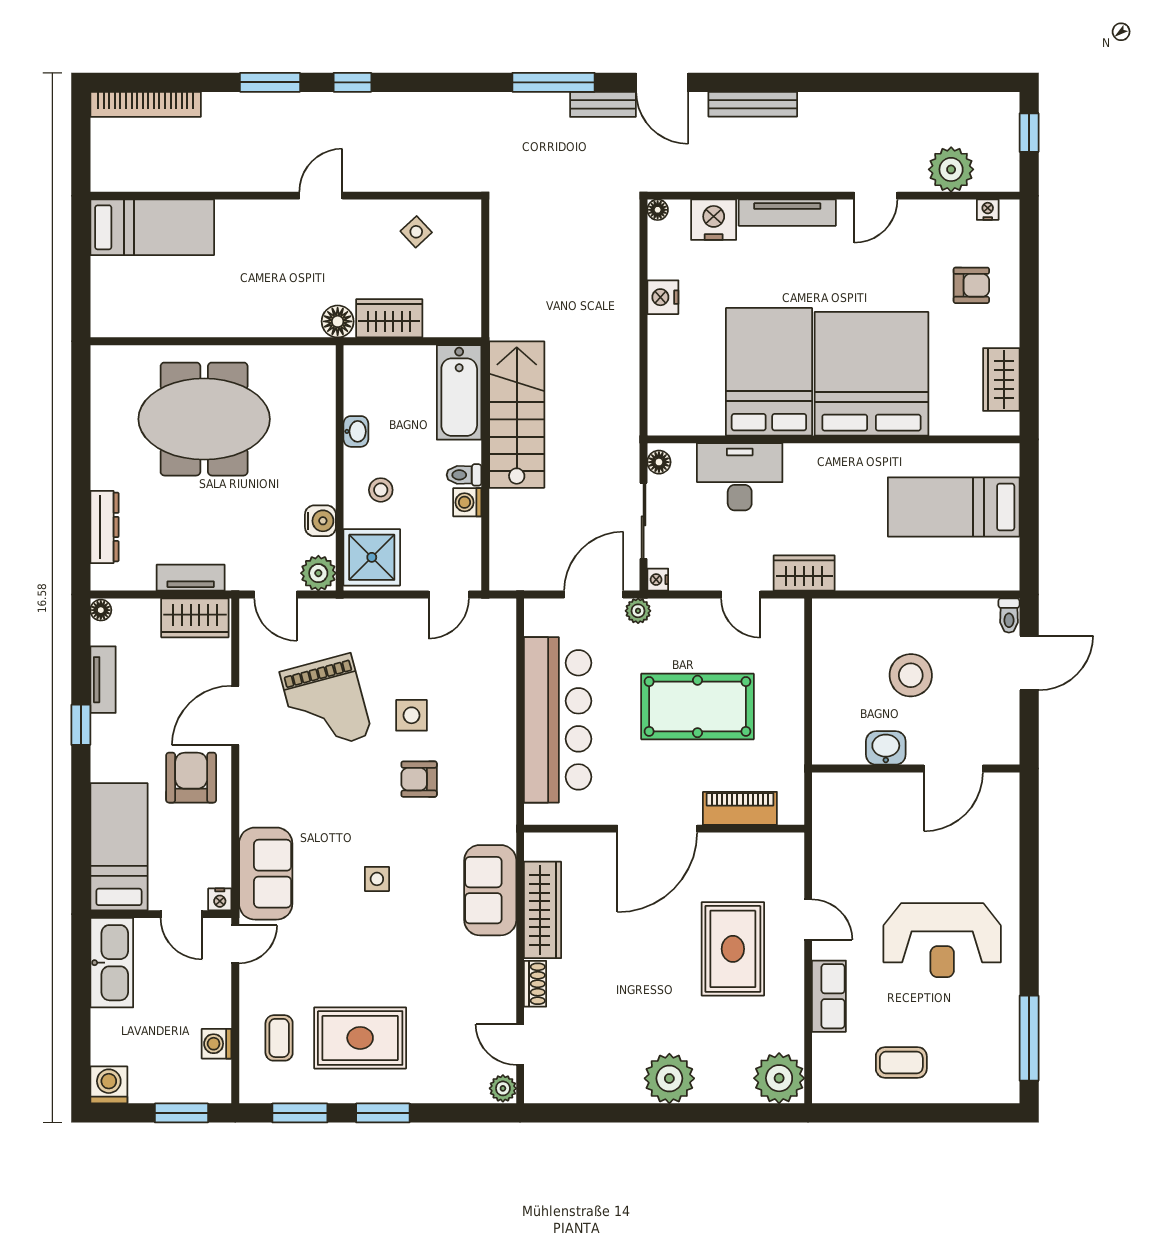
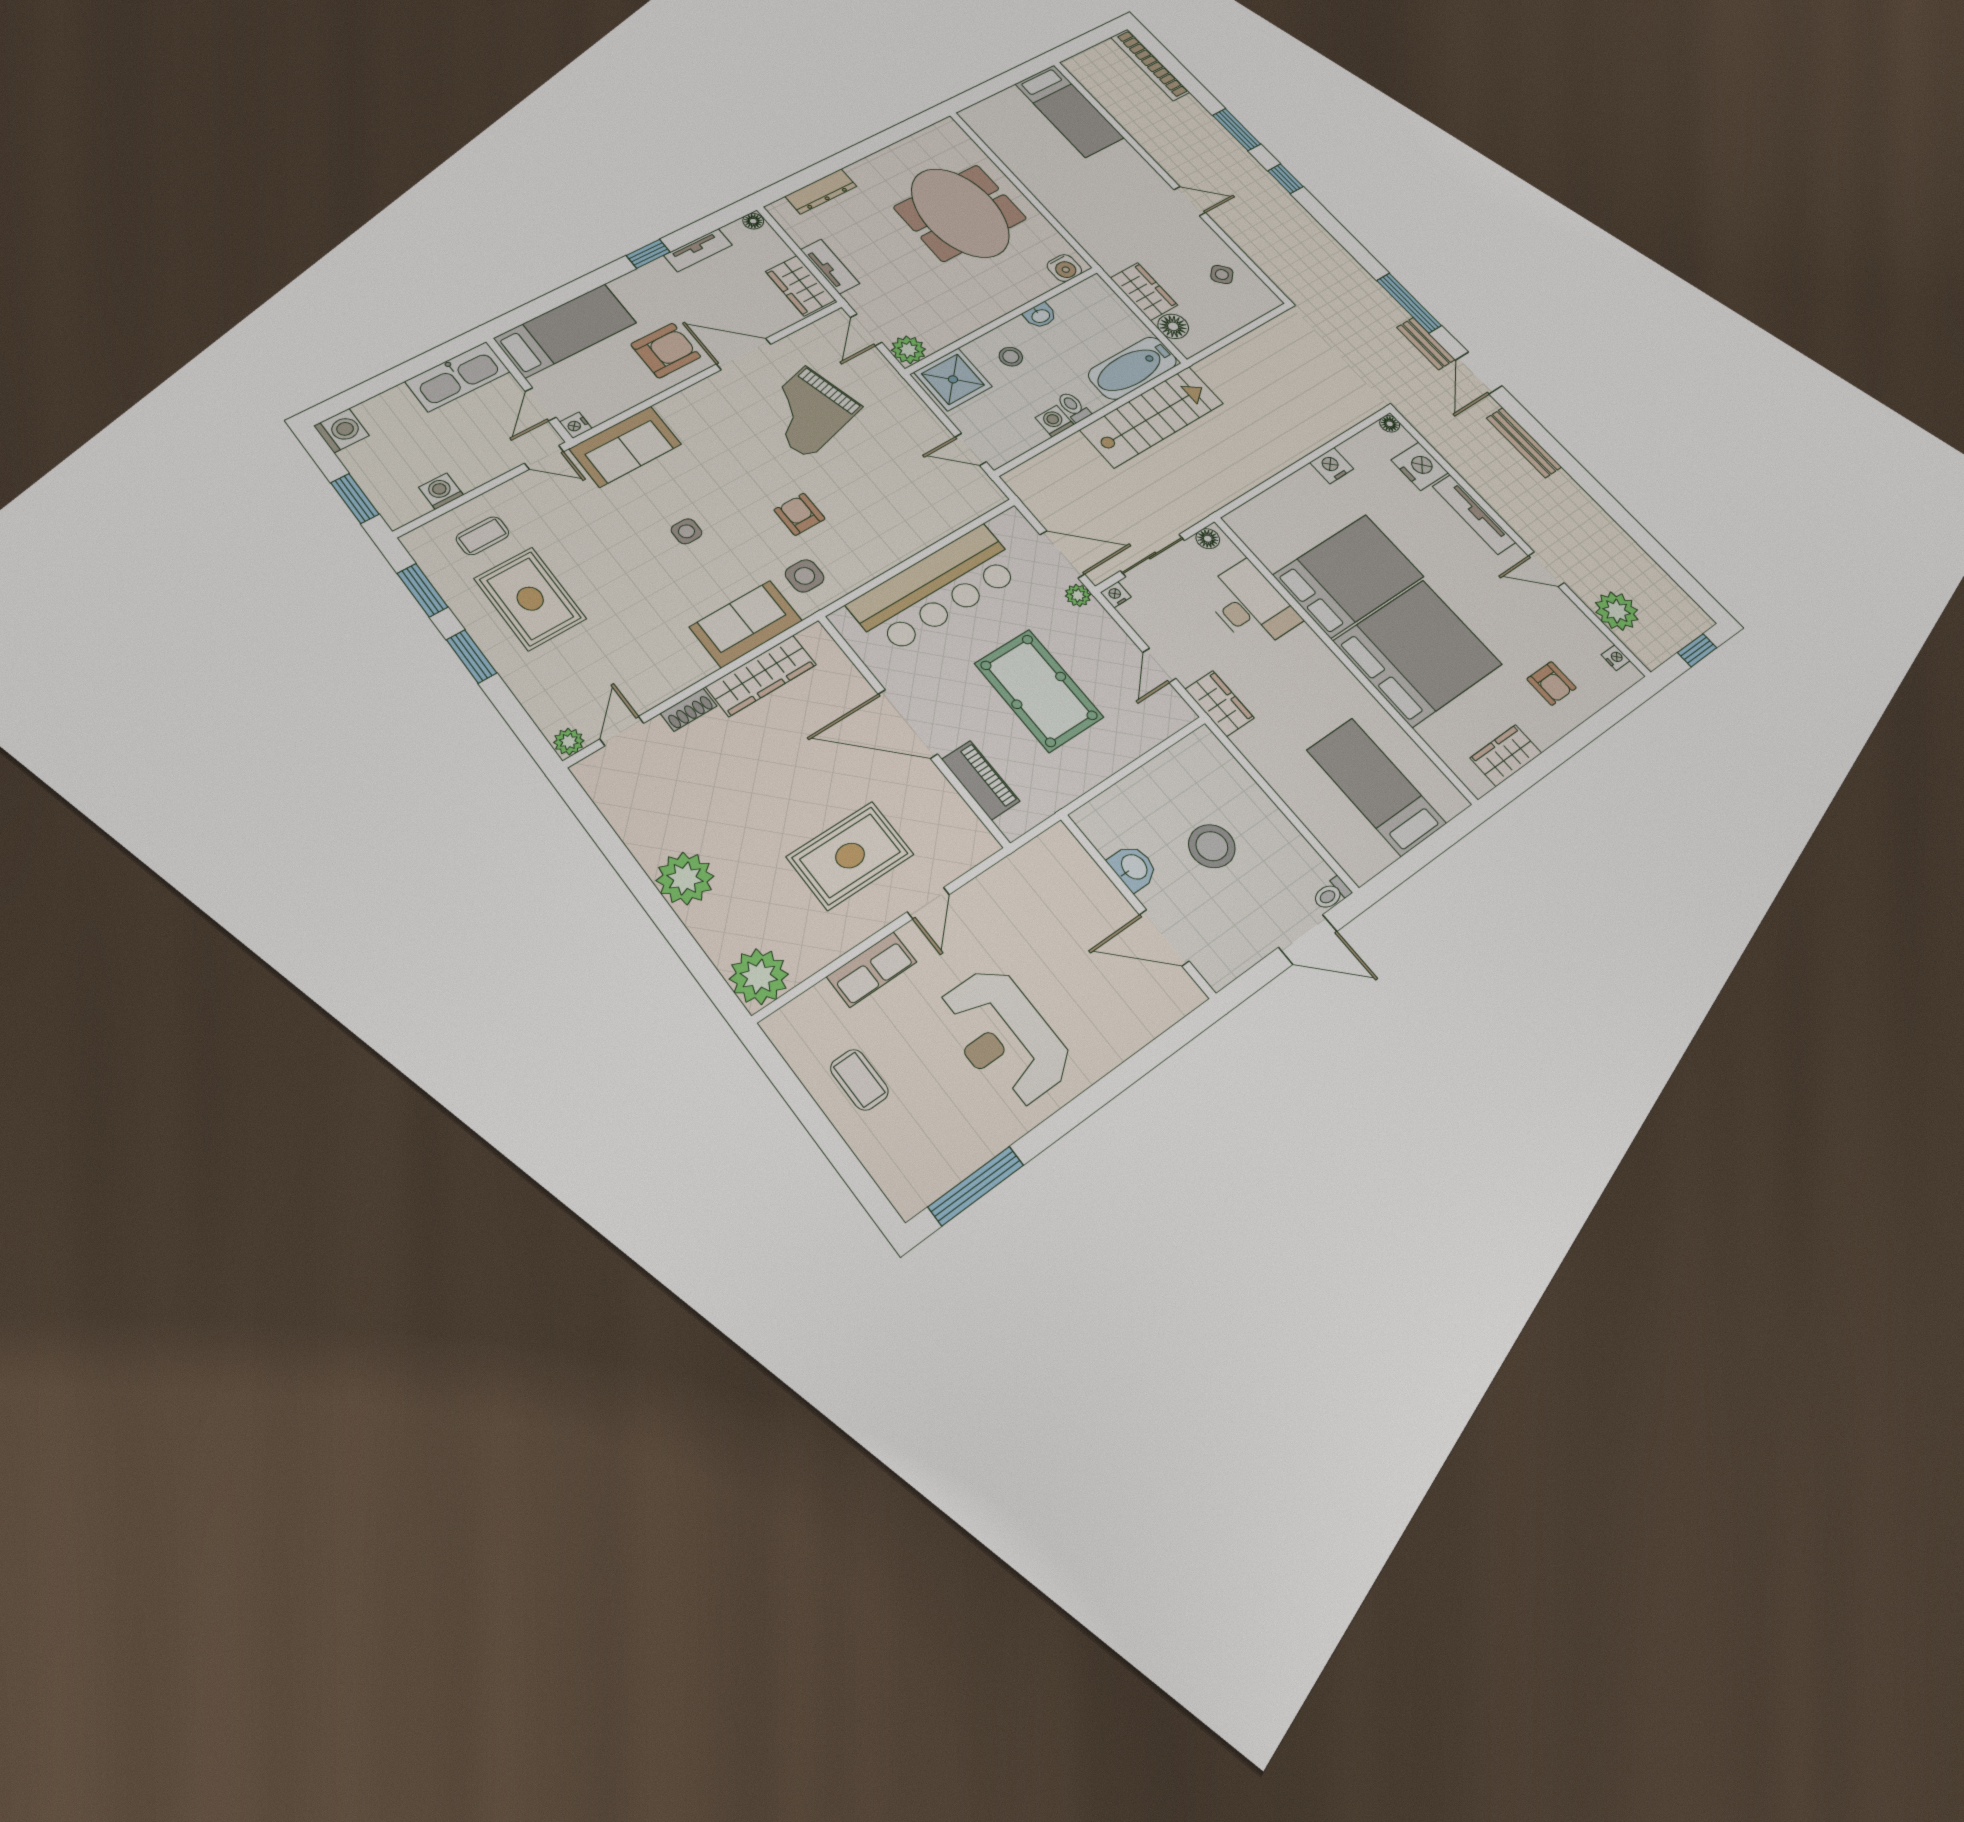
floor lamp: (338, 321) -> (1173, 326), moved
water cooler: (320, 521) -> (1064, 268), moved
side table: (411, 715) -> (805, 576), moved

